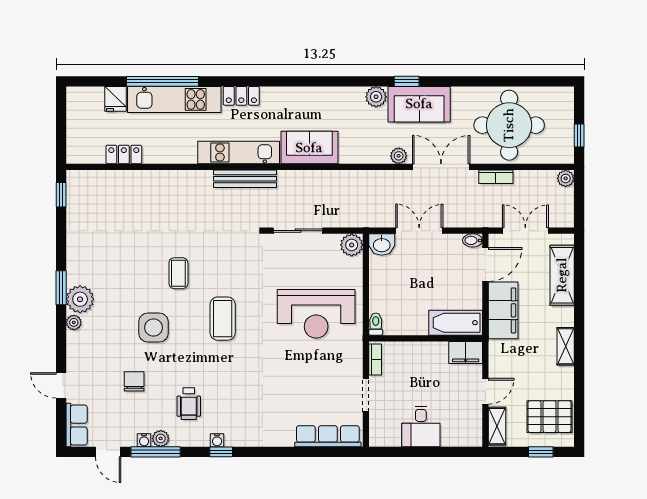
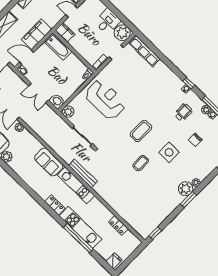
fridge: (115, 99) -> (114, 261), moved
plant: (385, 431) -> (122, 33), added

